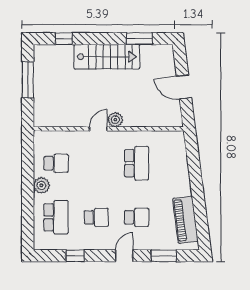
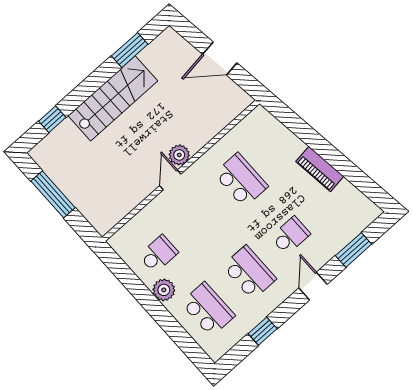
school desk: (96, 217) -> (249, 272), width x1.85
piano: (185, 220) -> (320, 169), moved, width x0.73, depth x0.75

